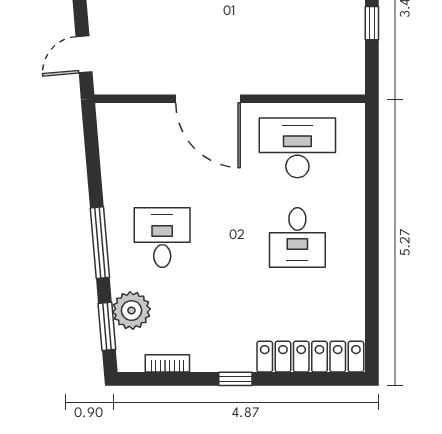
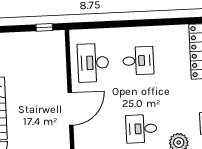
window: (372, 23) -> (44, 27), moved

